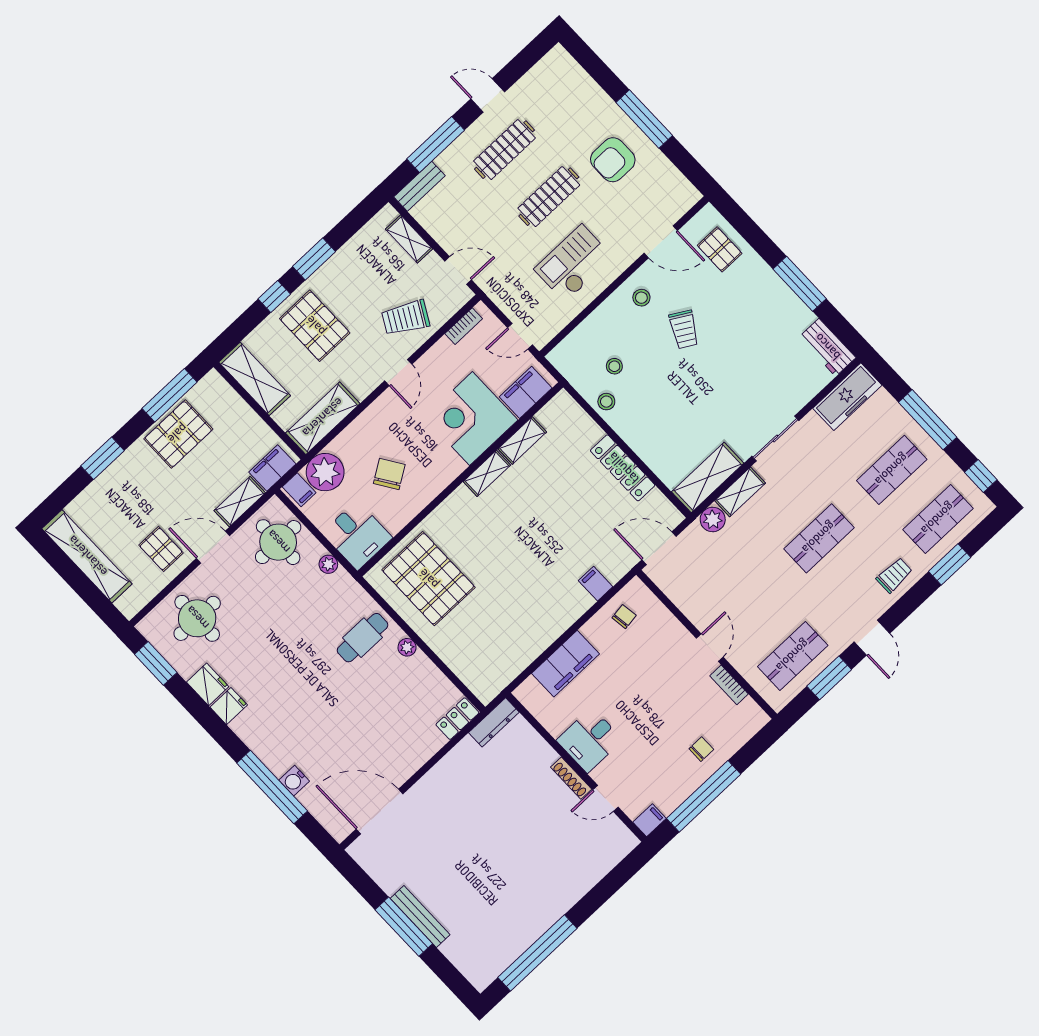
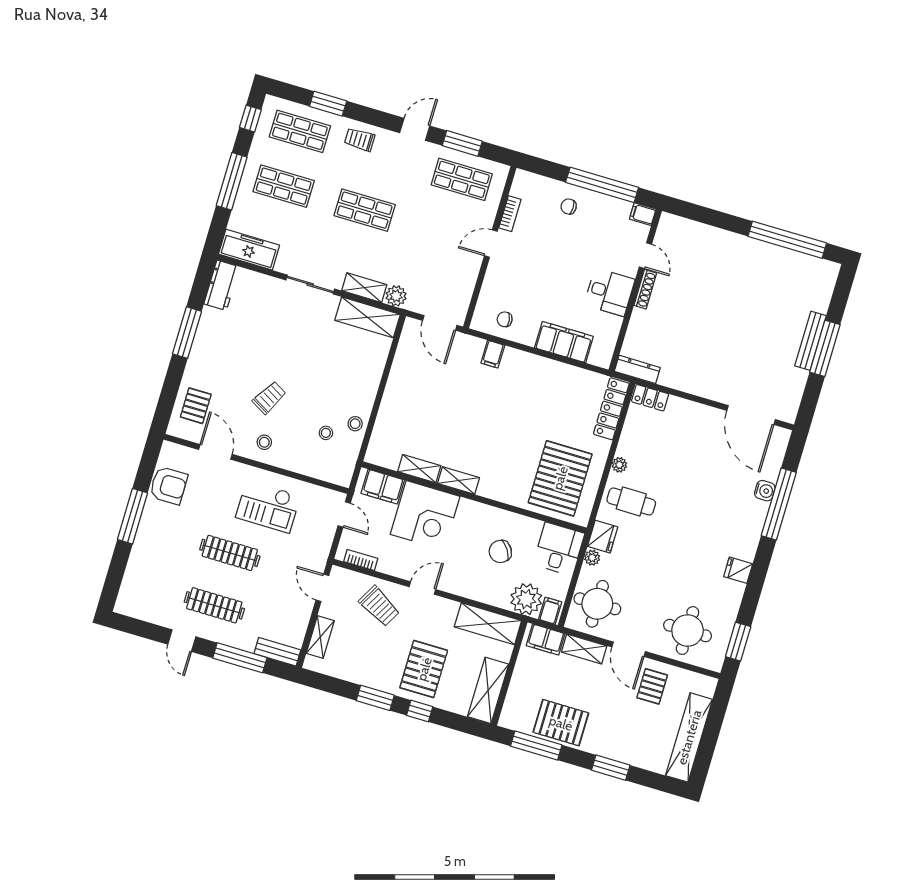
armchair: (613, 160) -> (168, 485), moved
locker: (623, 468) -> (611, 409), moved, turned 180
fridge: (208, 684) -> (603, 537), moved, turned 180

